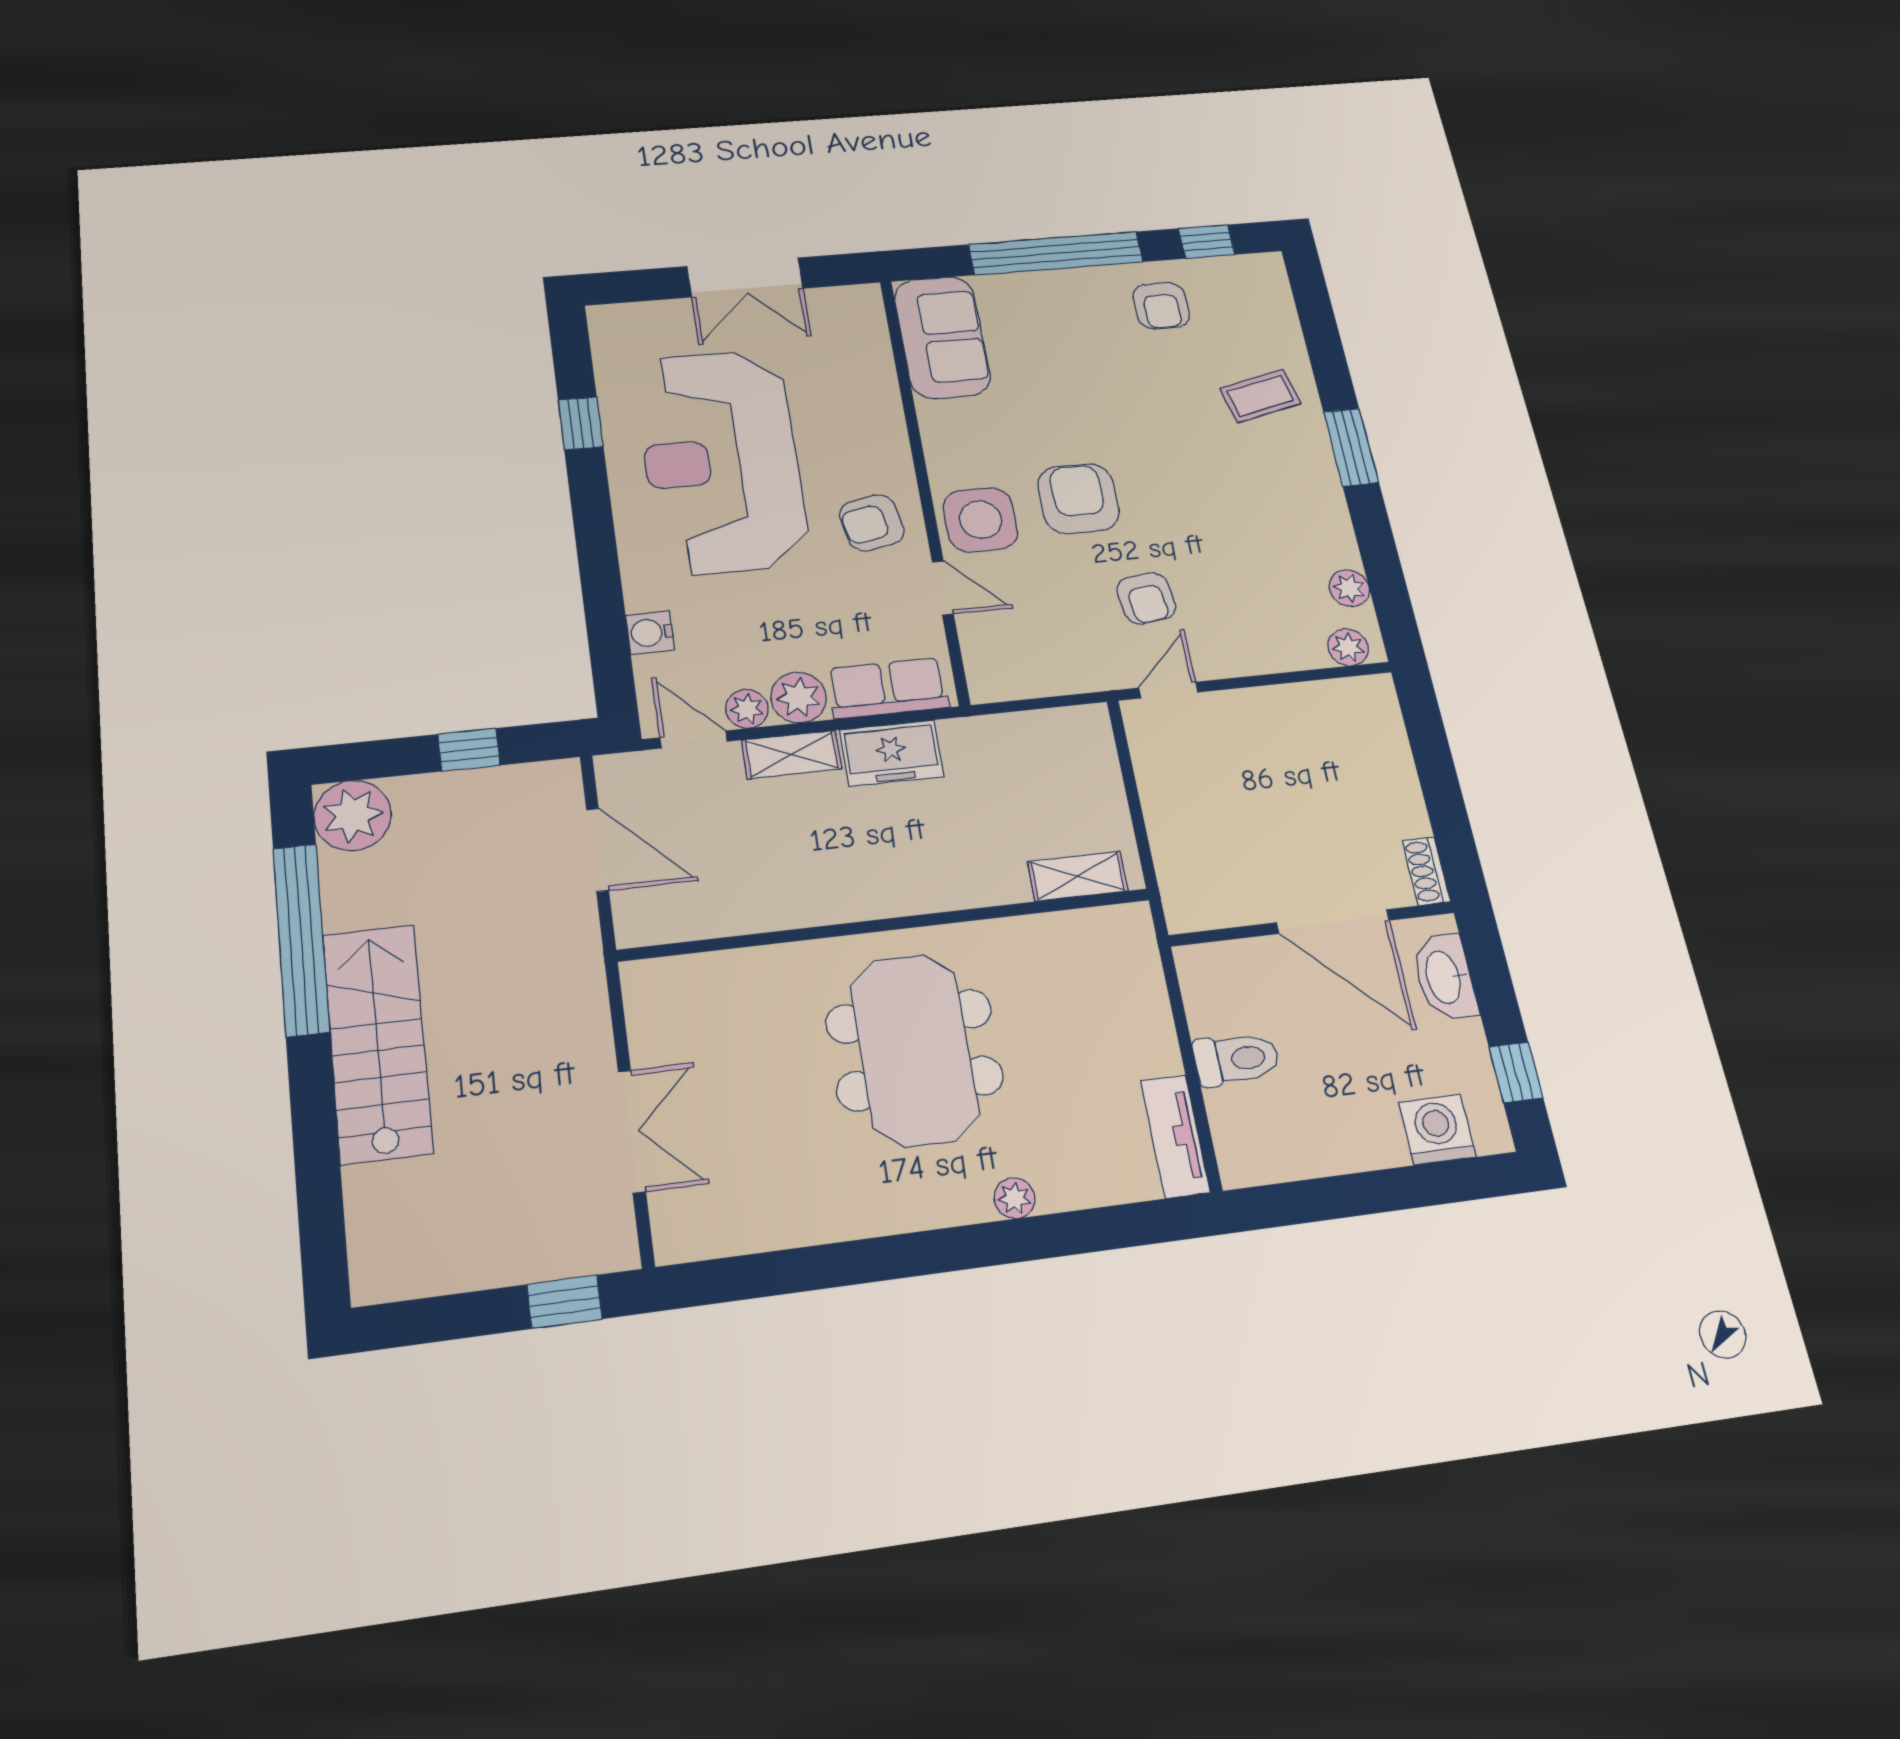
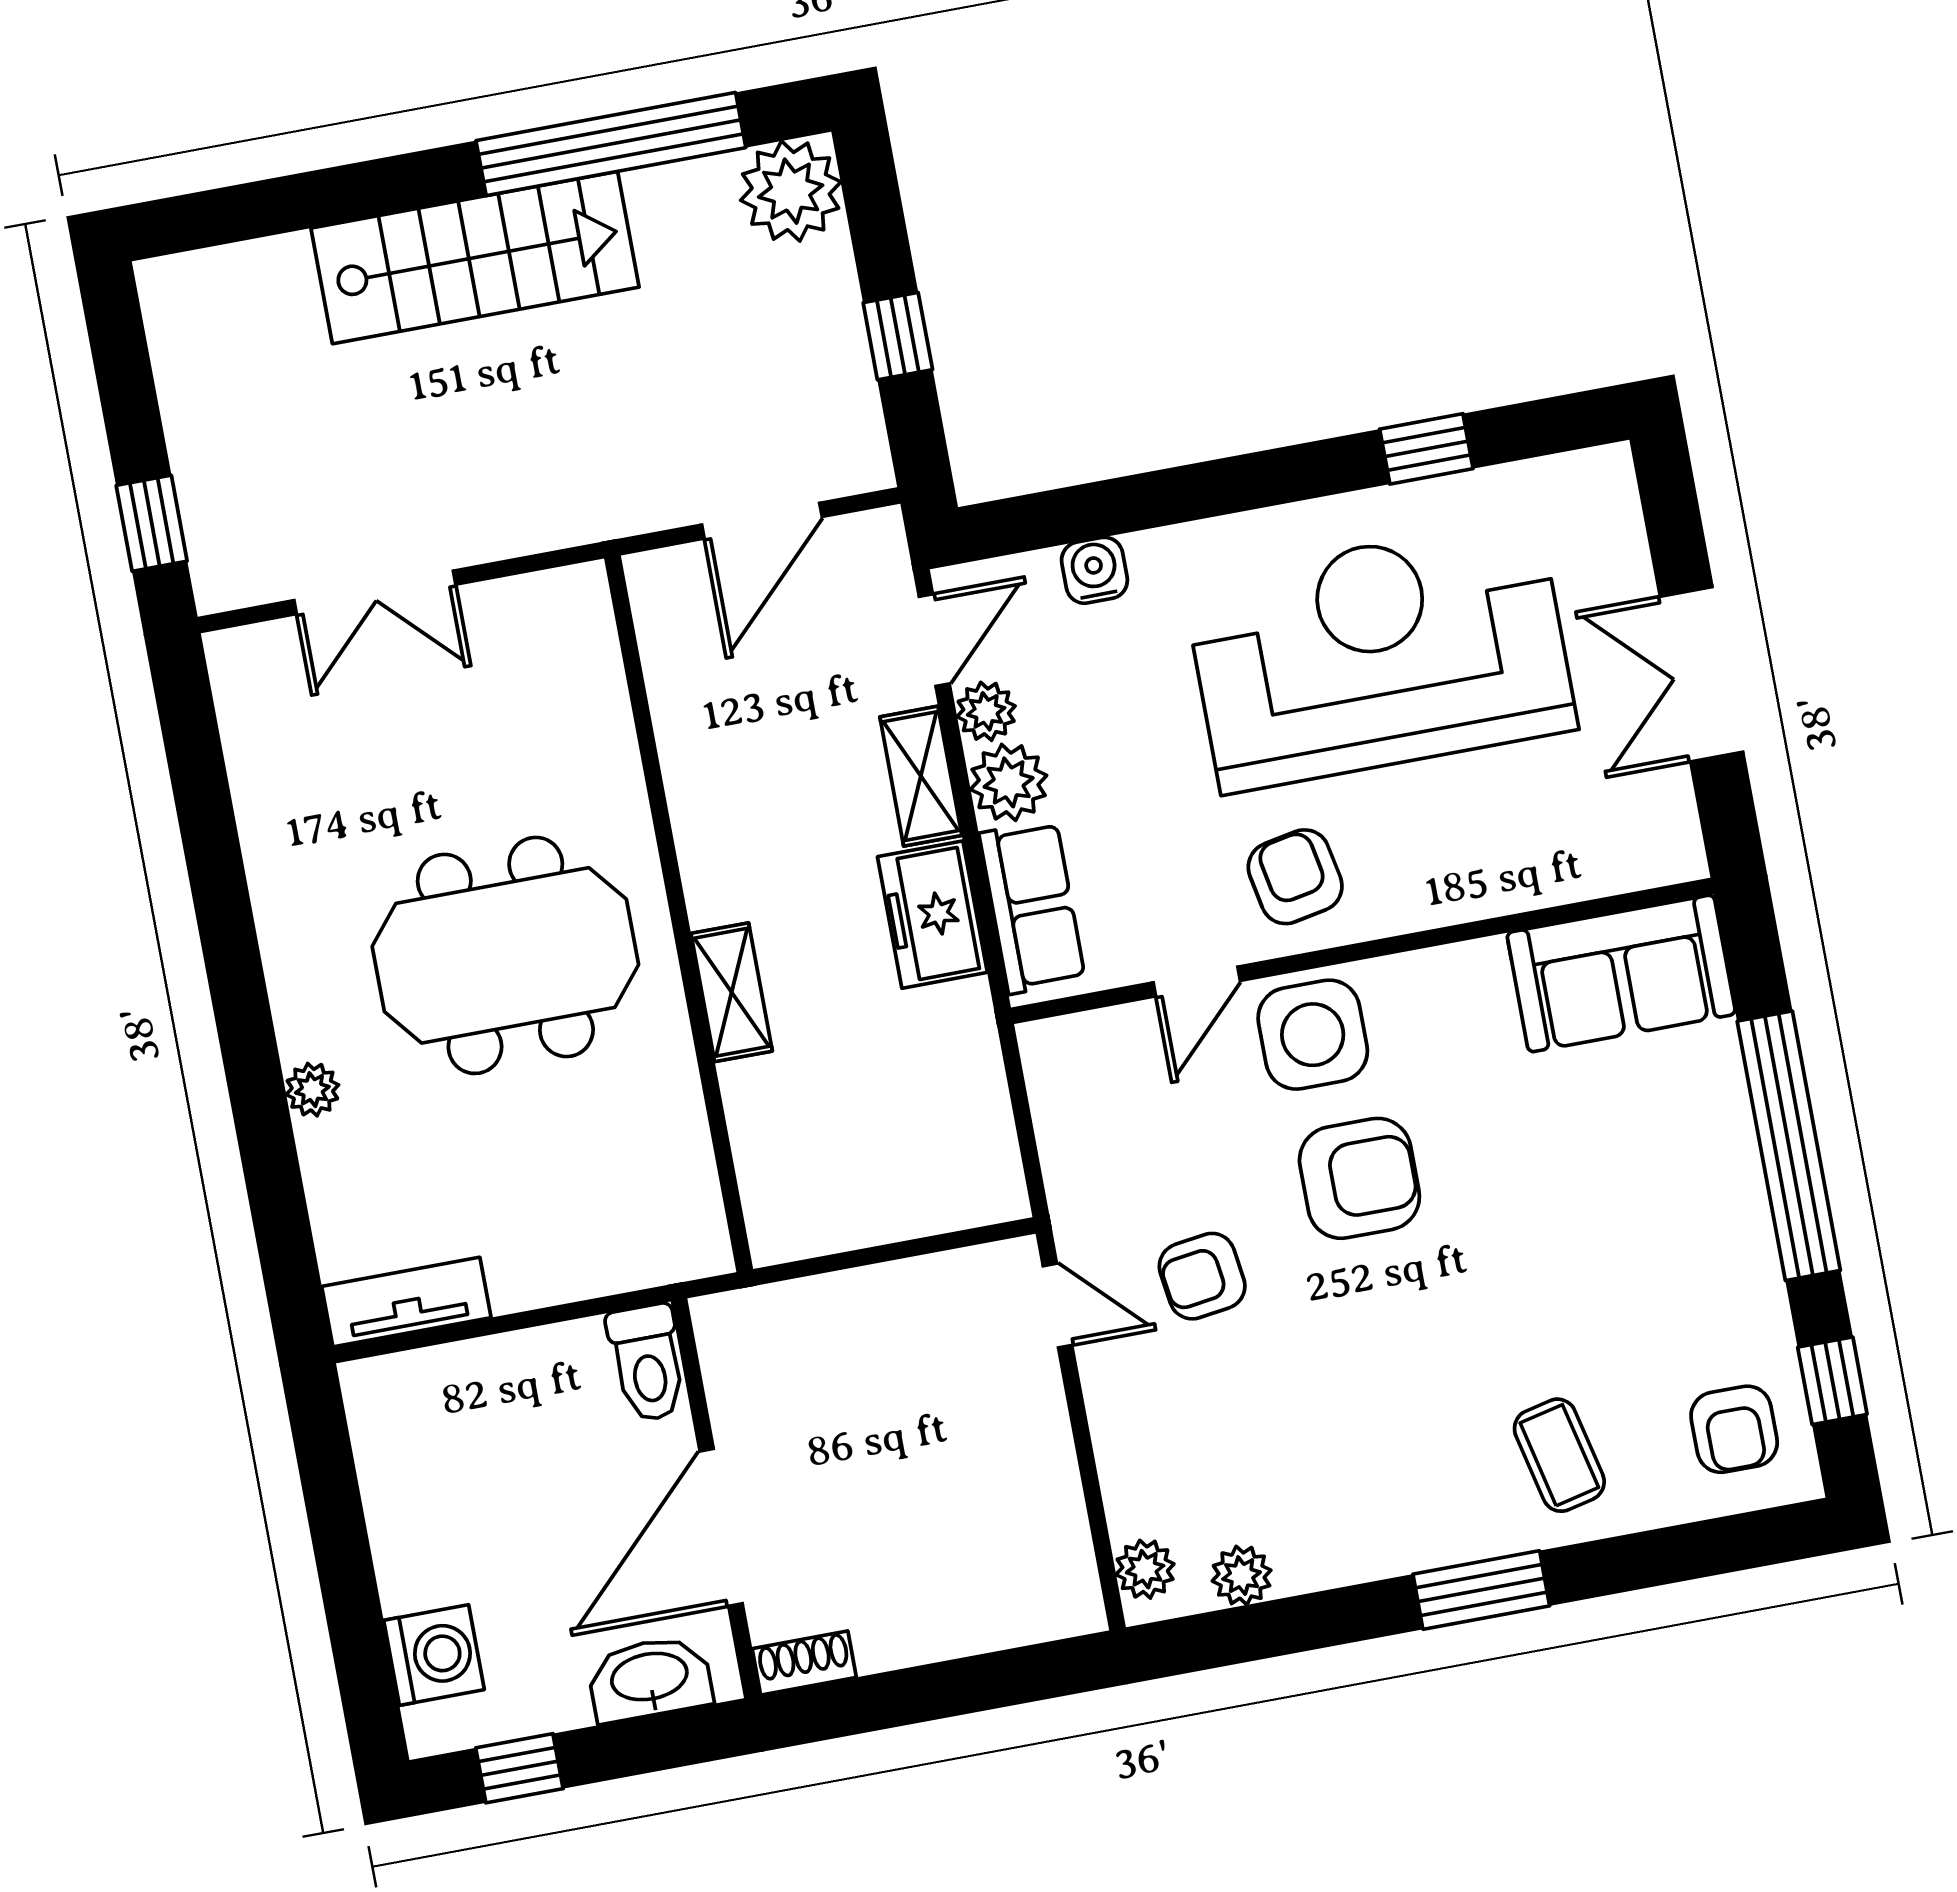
armchair: (1161, 306) -> (1734, 1429), moved, turned -90
shelving: (1078, 876) -> (732, 992), moved
toilet: (1237, 1059) -> (647, 1363), moved

